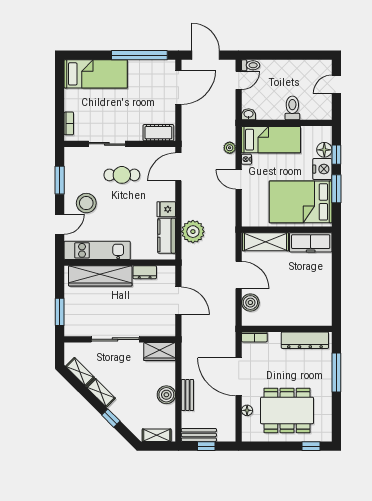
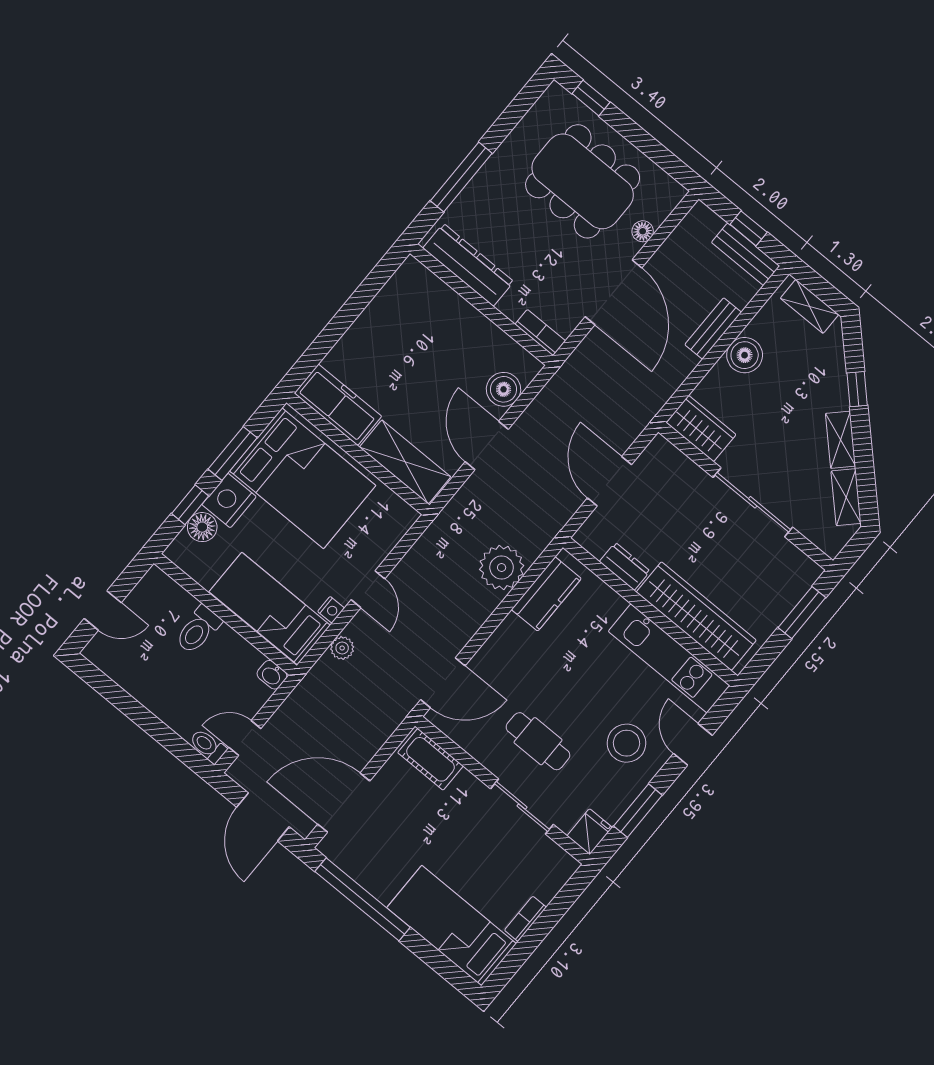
bookcase: (69, 123) -> (525, 919), moved
fridge: (166, 209) -> (590, 832), moved, turned -90
door: (60, 224) -> (693, 744), hinge flipped

